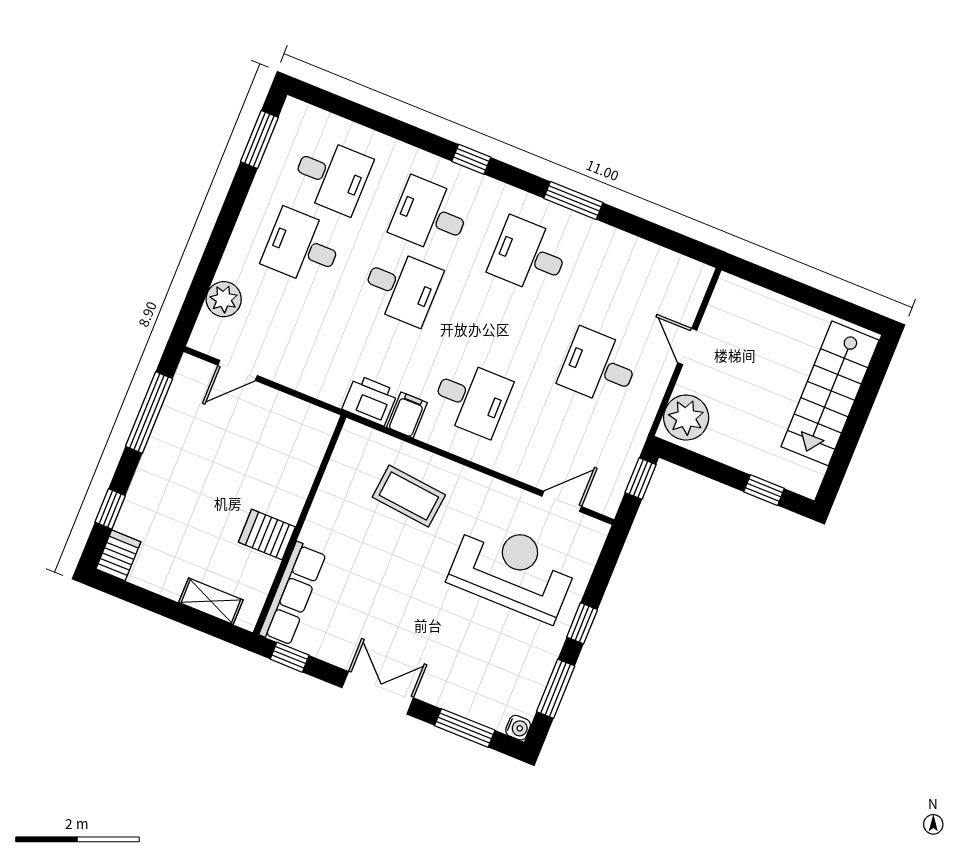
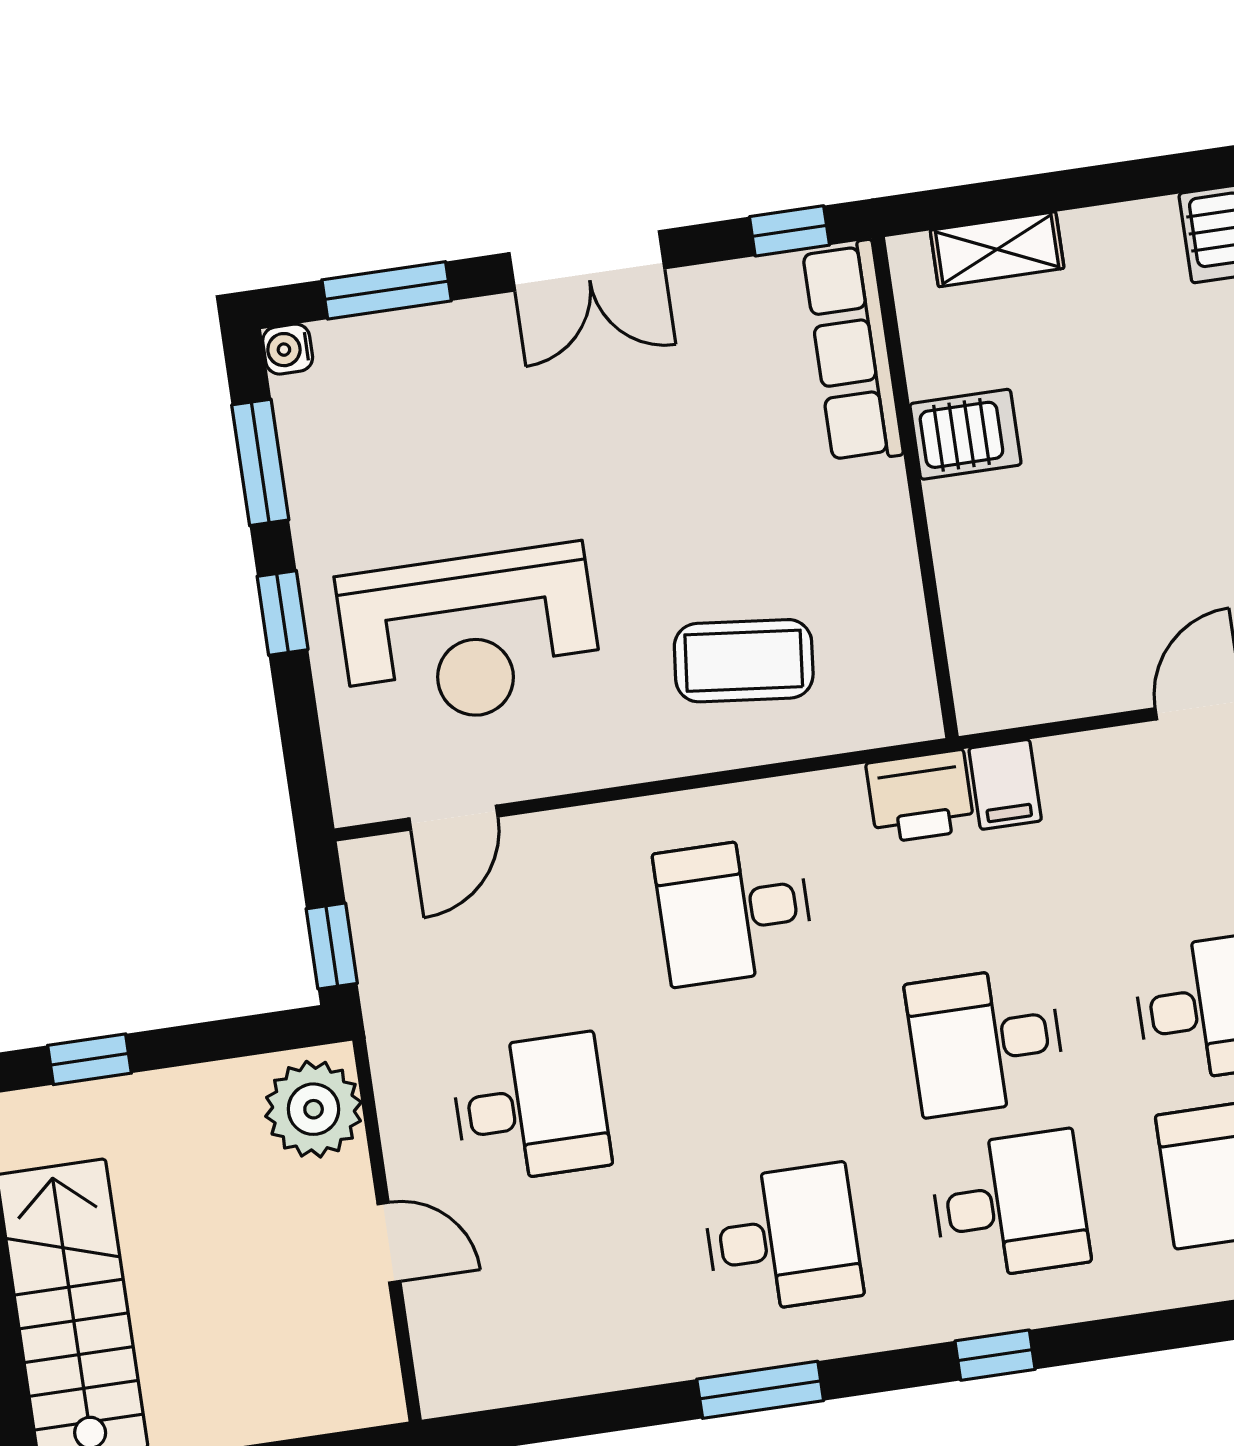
filing cabinet: (407, 415) -> (1005, 784), moved

